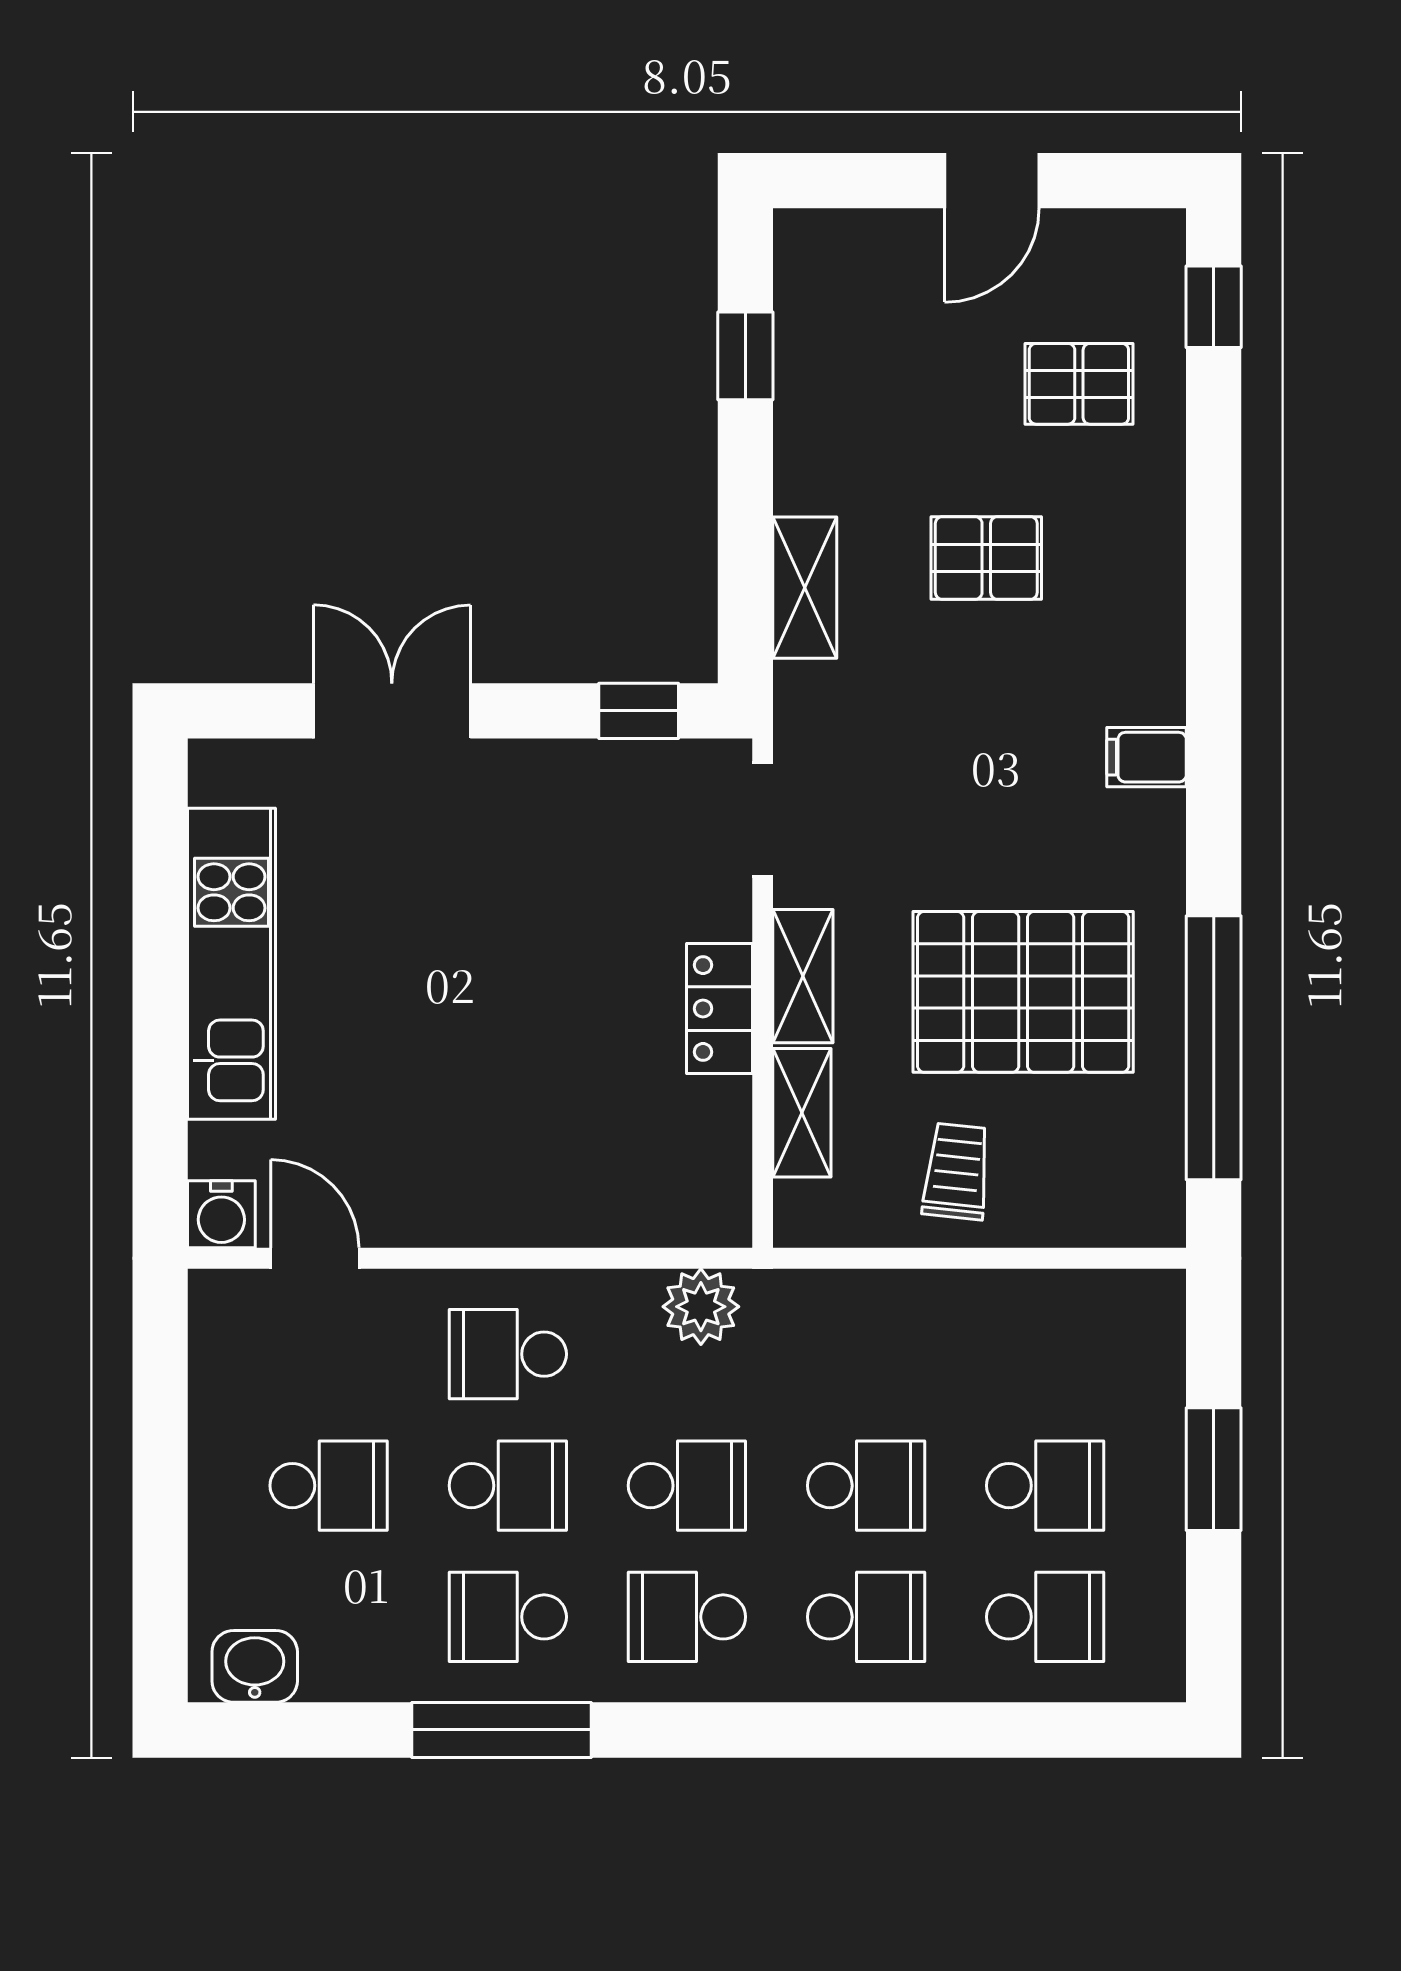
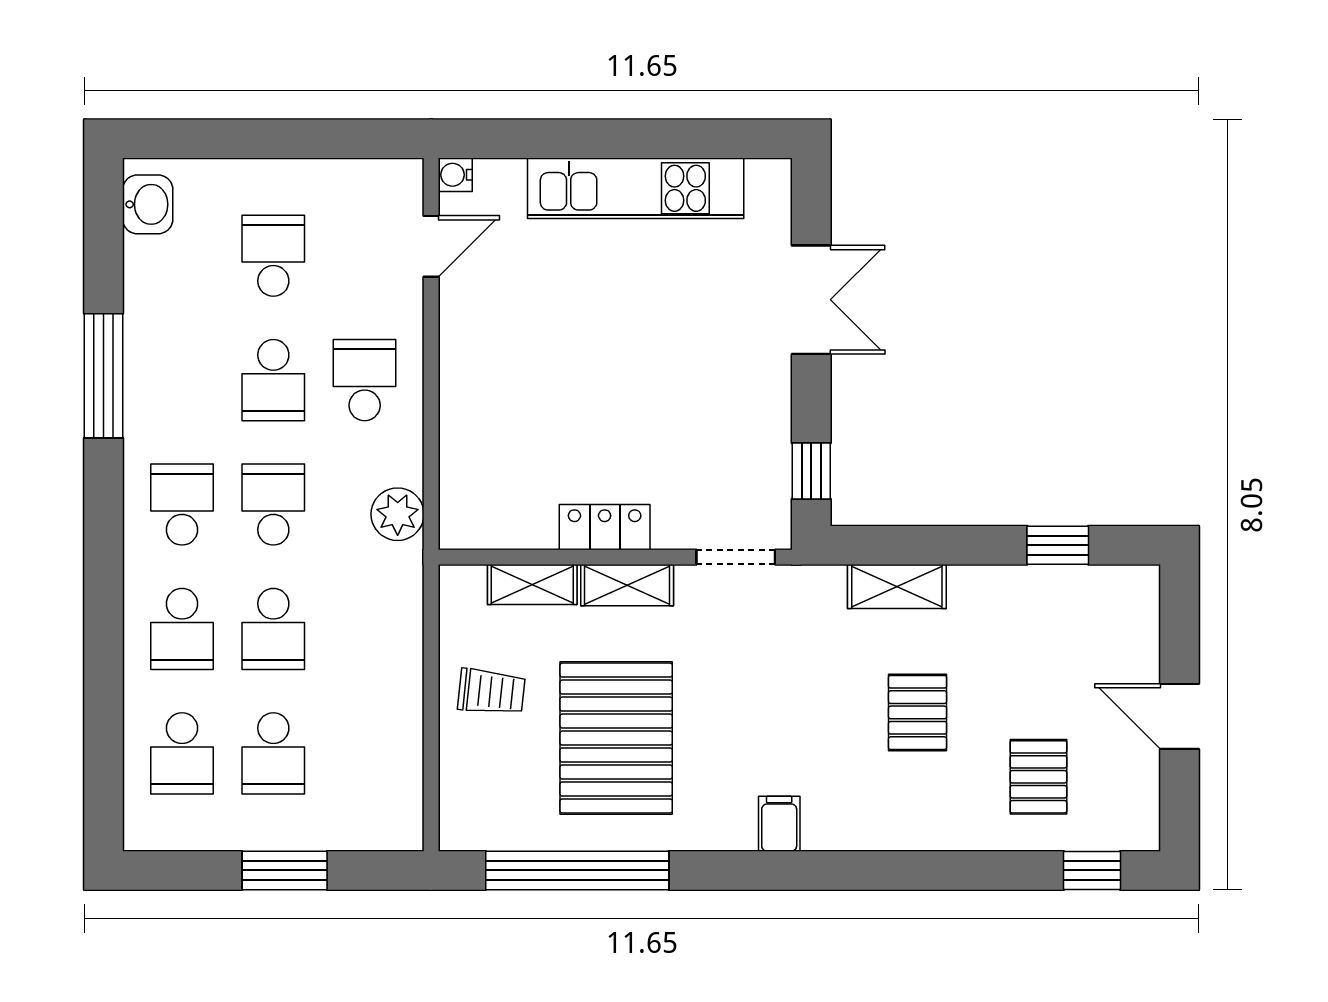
water cooler: (221, 1214) -> (455, 175), width x0.72, depth x0.72
school desk: (329, 1486) -> (273, 256), turned 180
school desk: (687, 1486) -> (273, 505), turned 180
school desk: (508, 1617) -> (182, 380), removed

